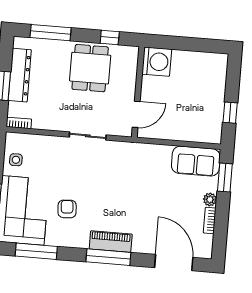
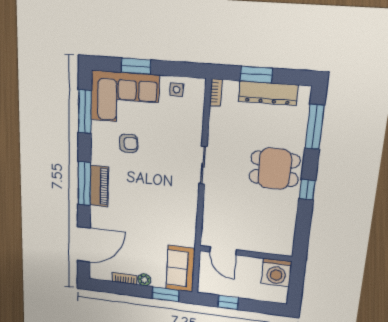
washing machine: (157, 62) -> (276, 273), moved
wall: (138, 92) -> (246, 253), moved
door: (136, 114) -> (223, 251), moved

